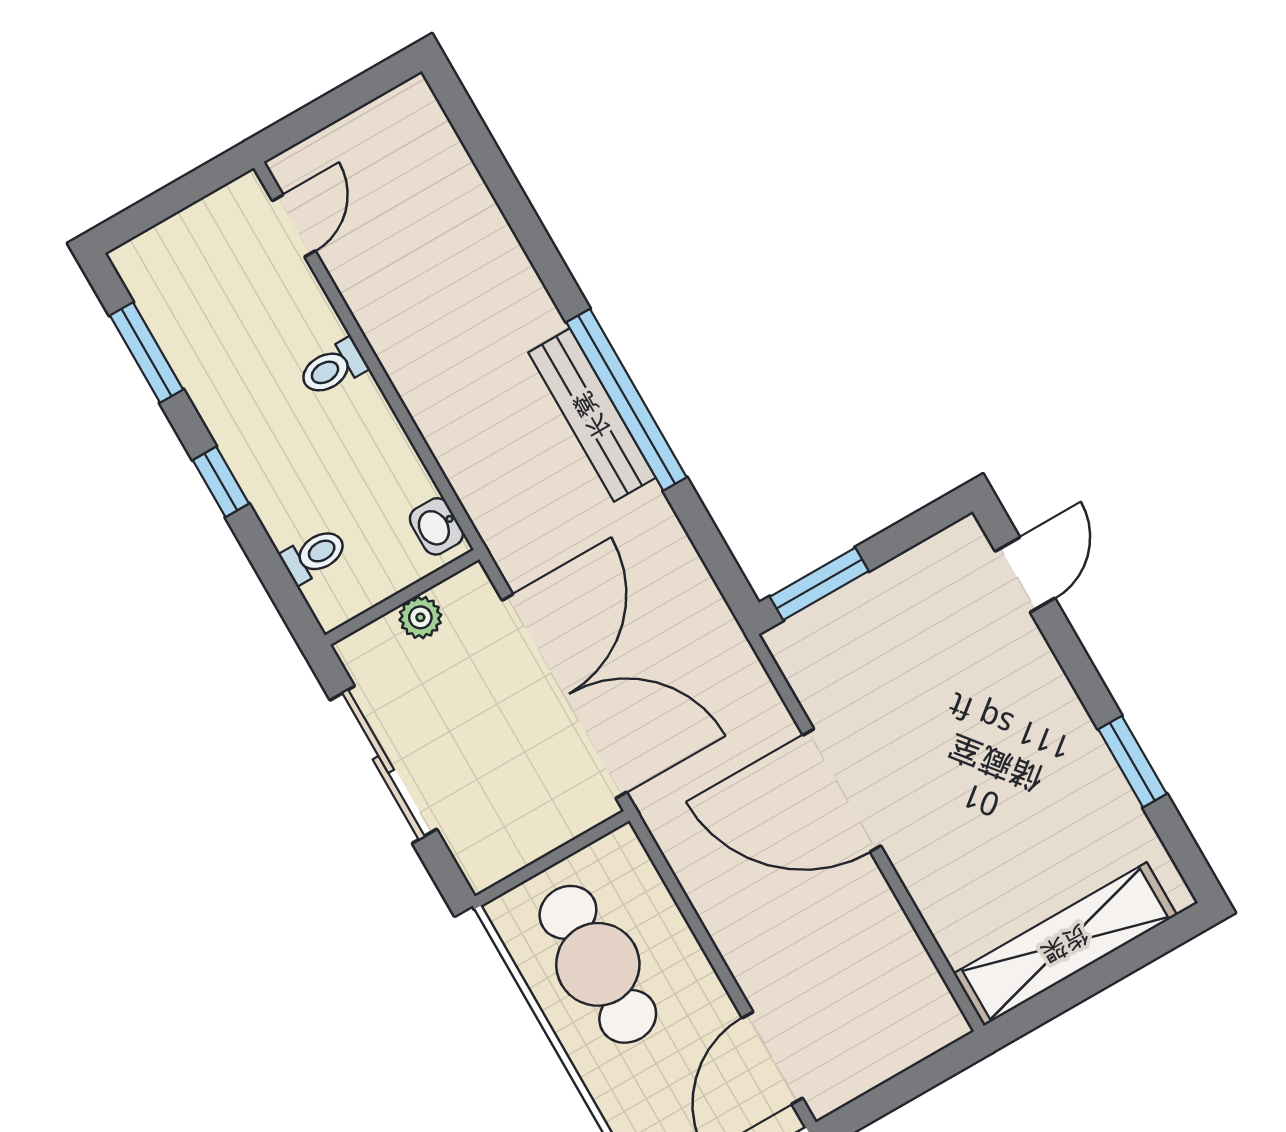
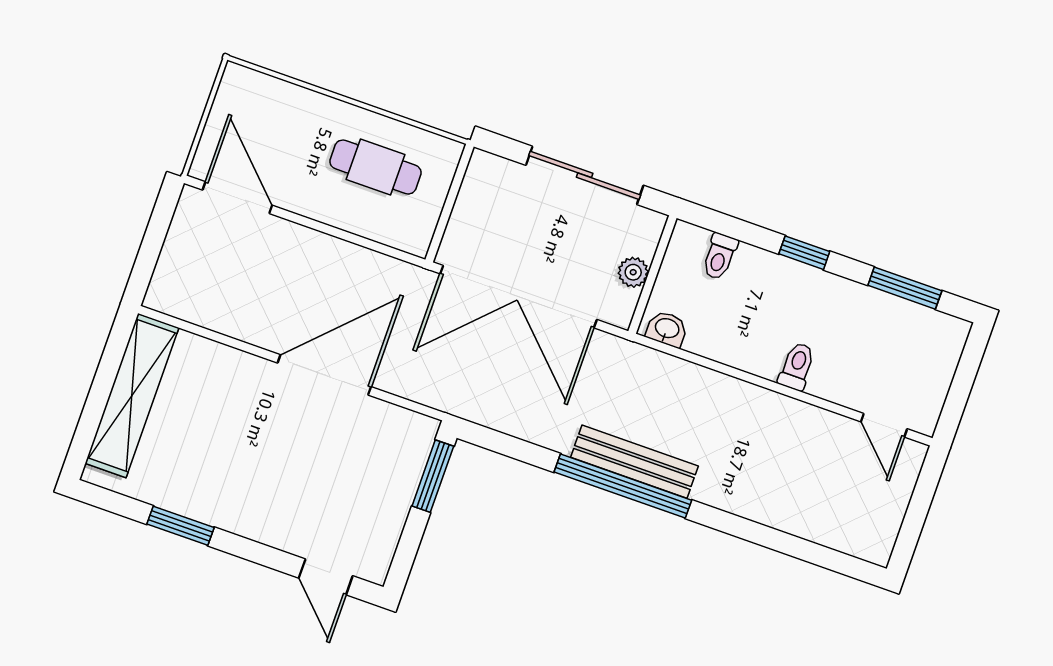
cafe table: (598, 964) -> (375, 167), width x0.73, depth x0.74

